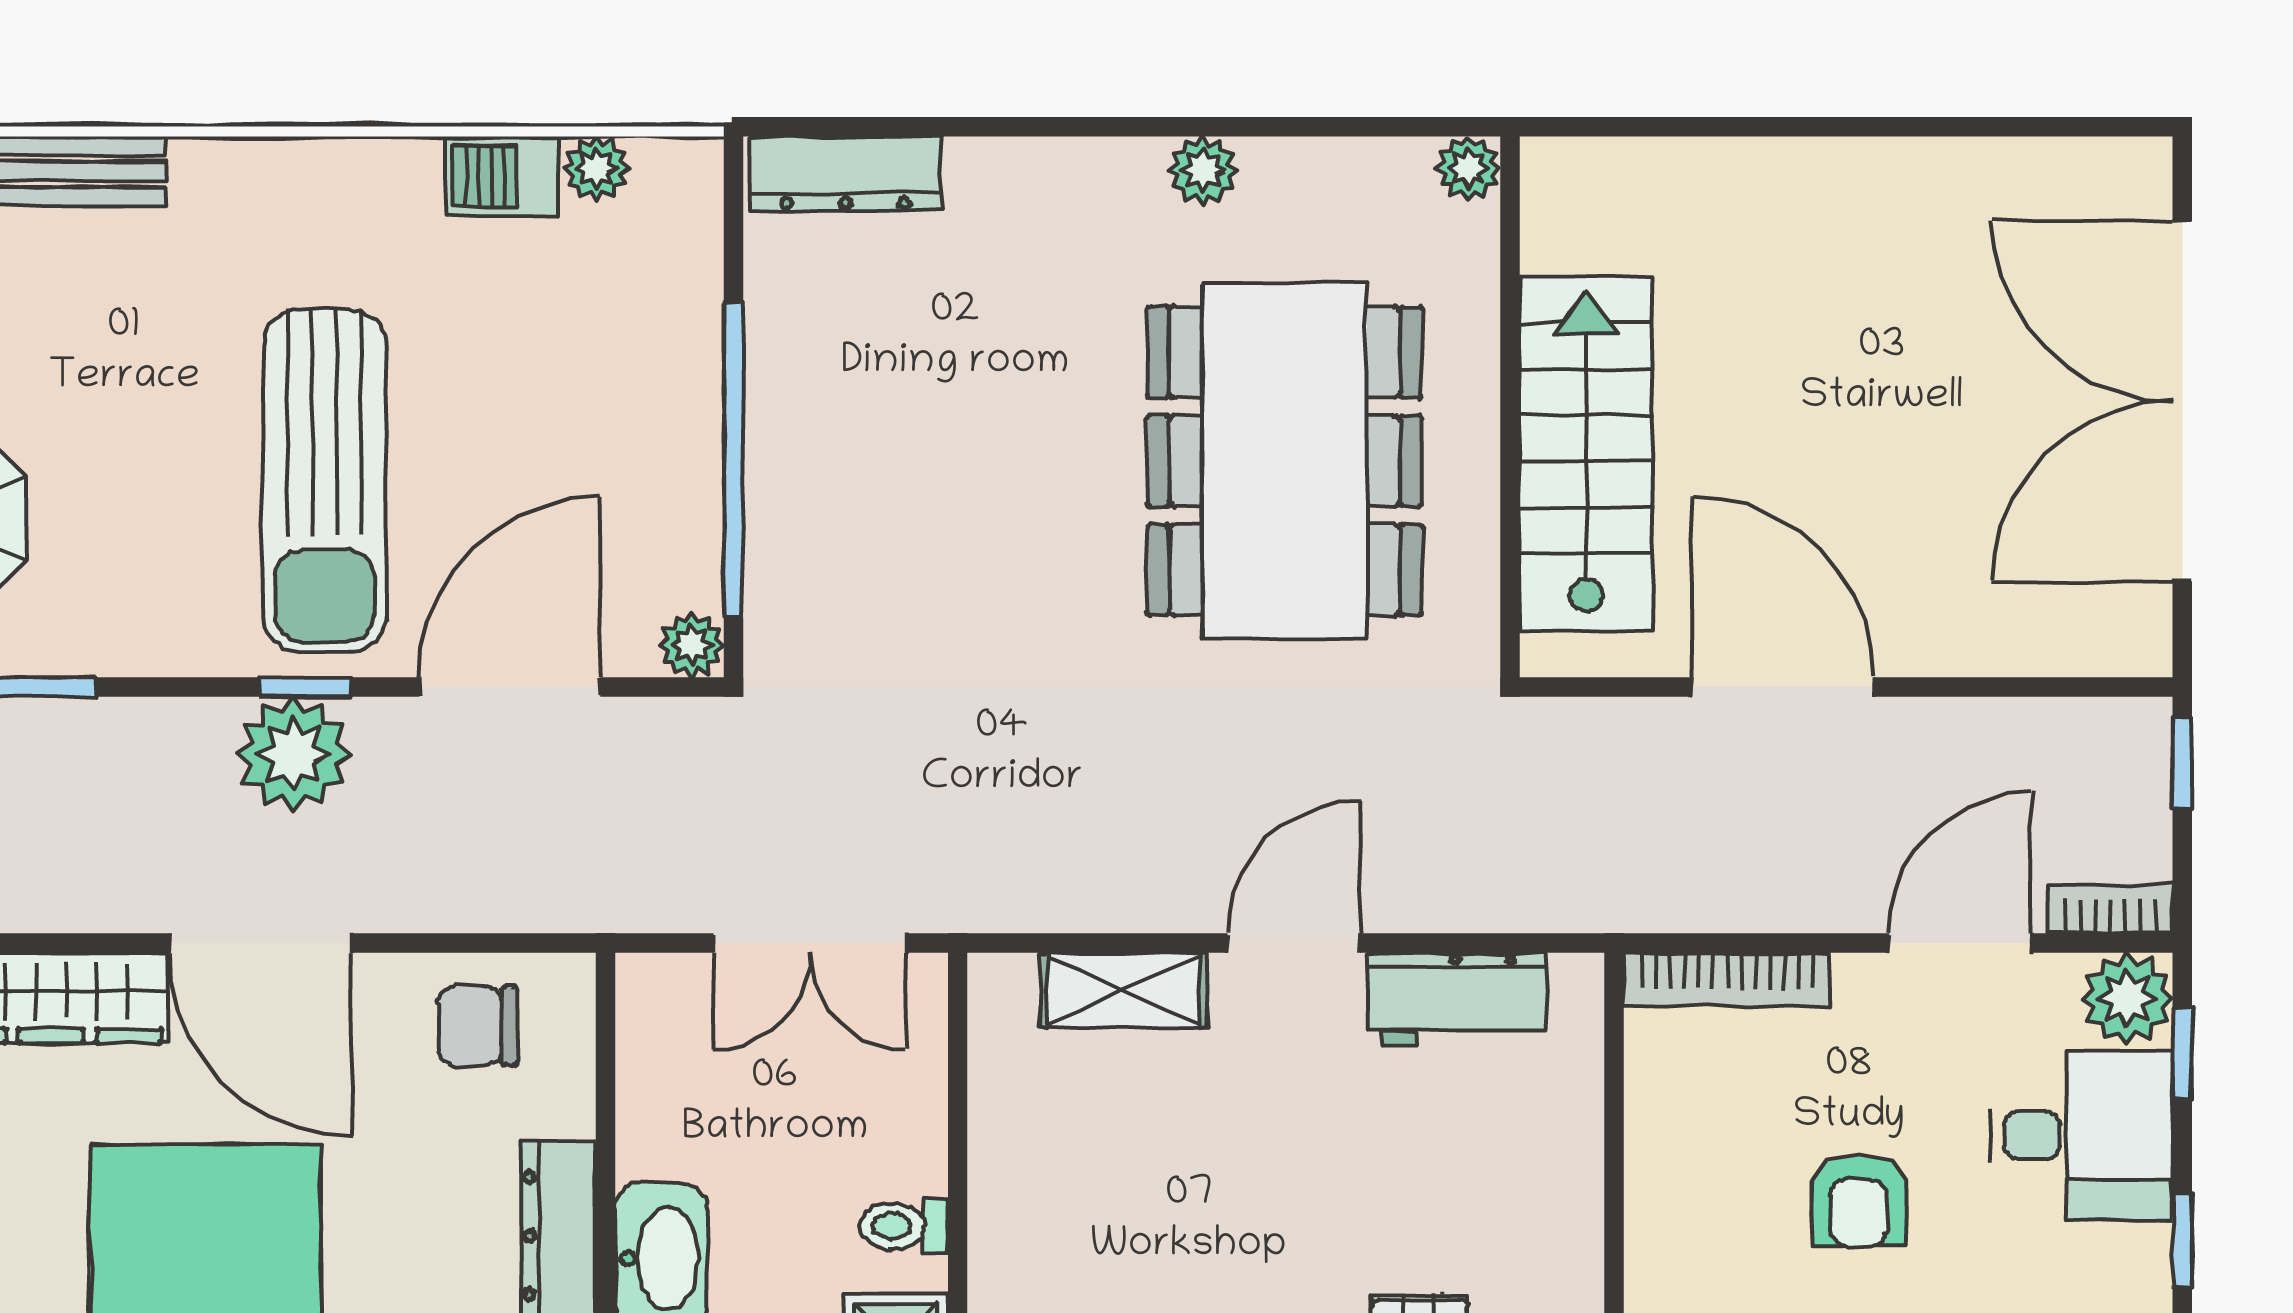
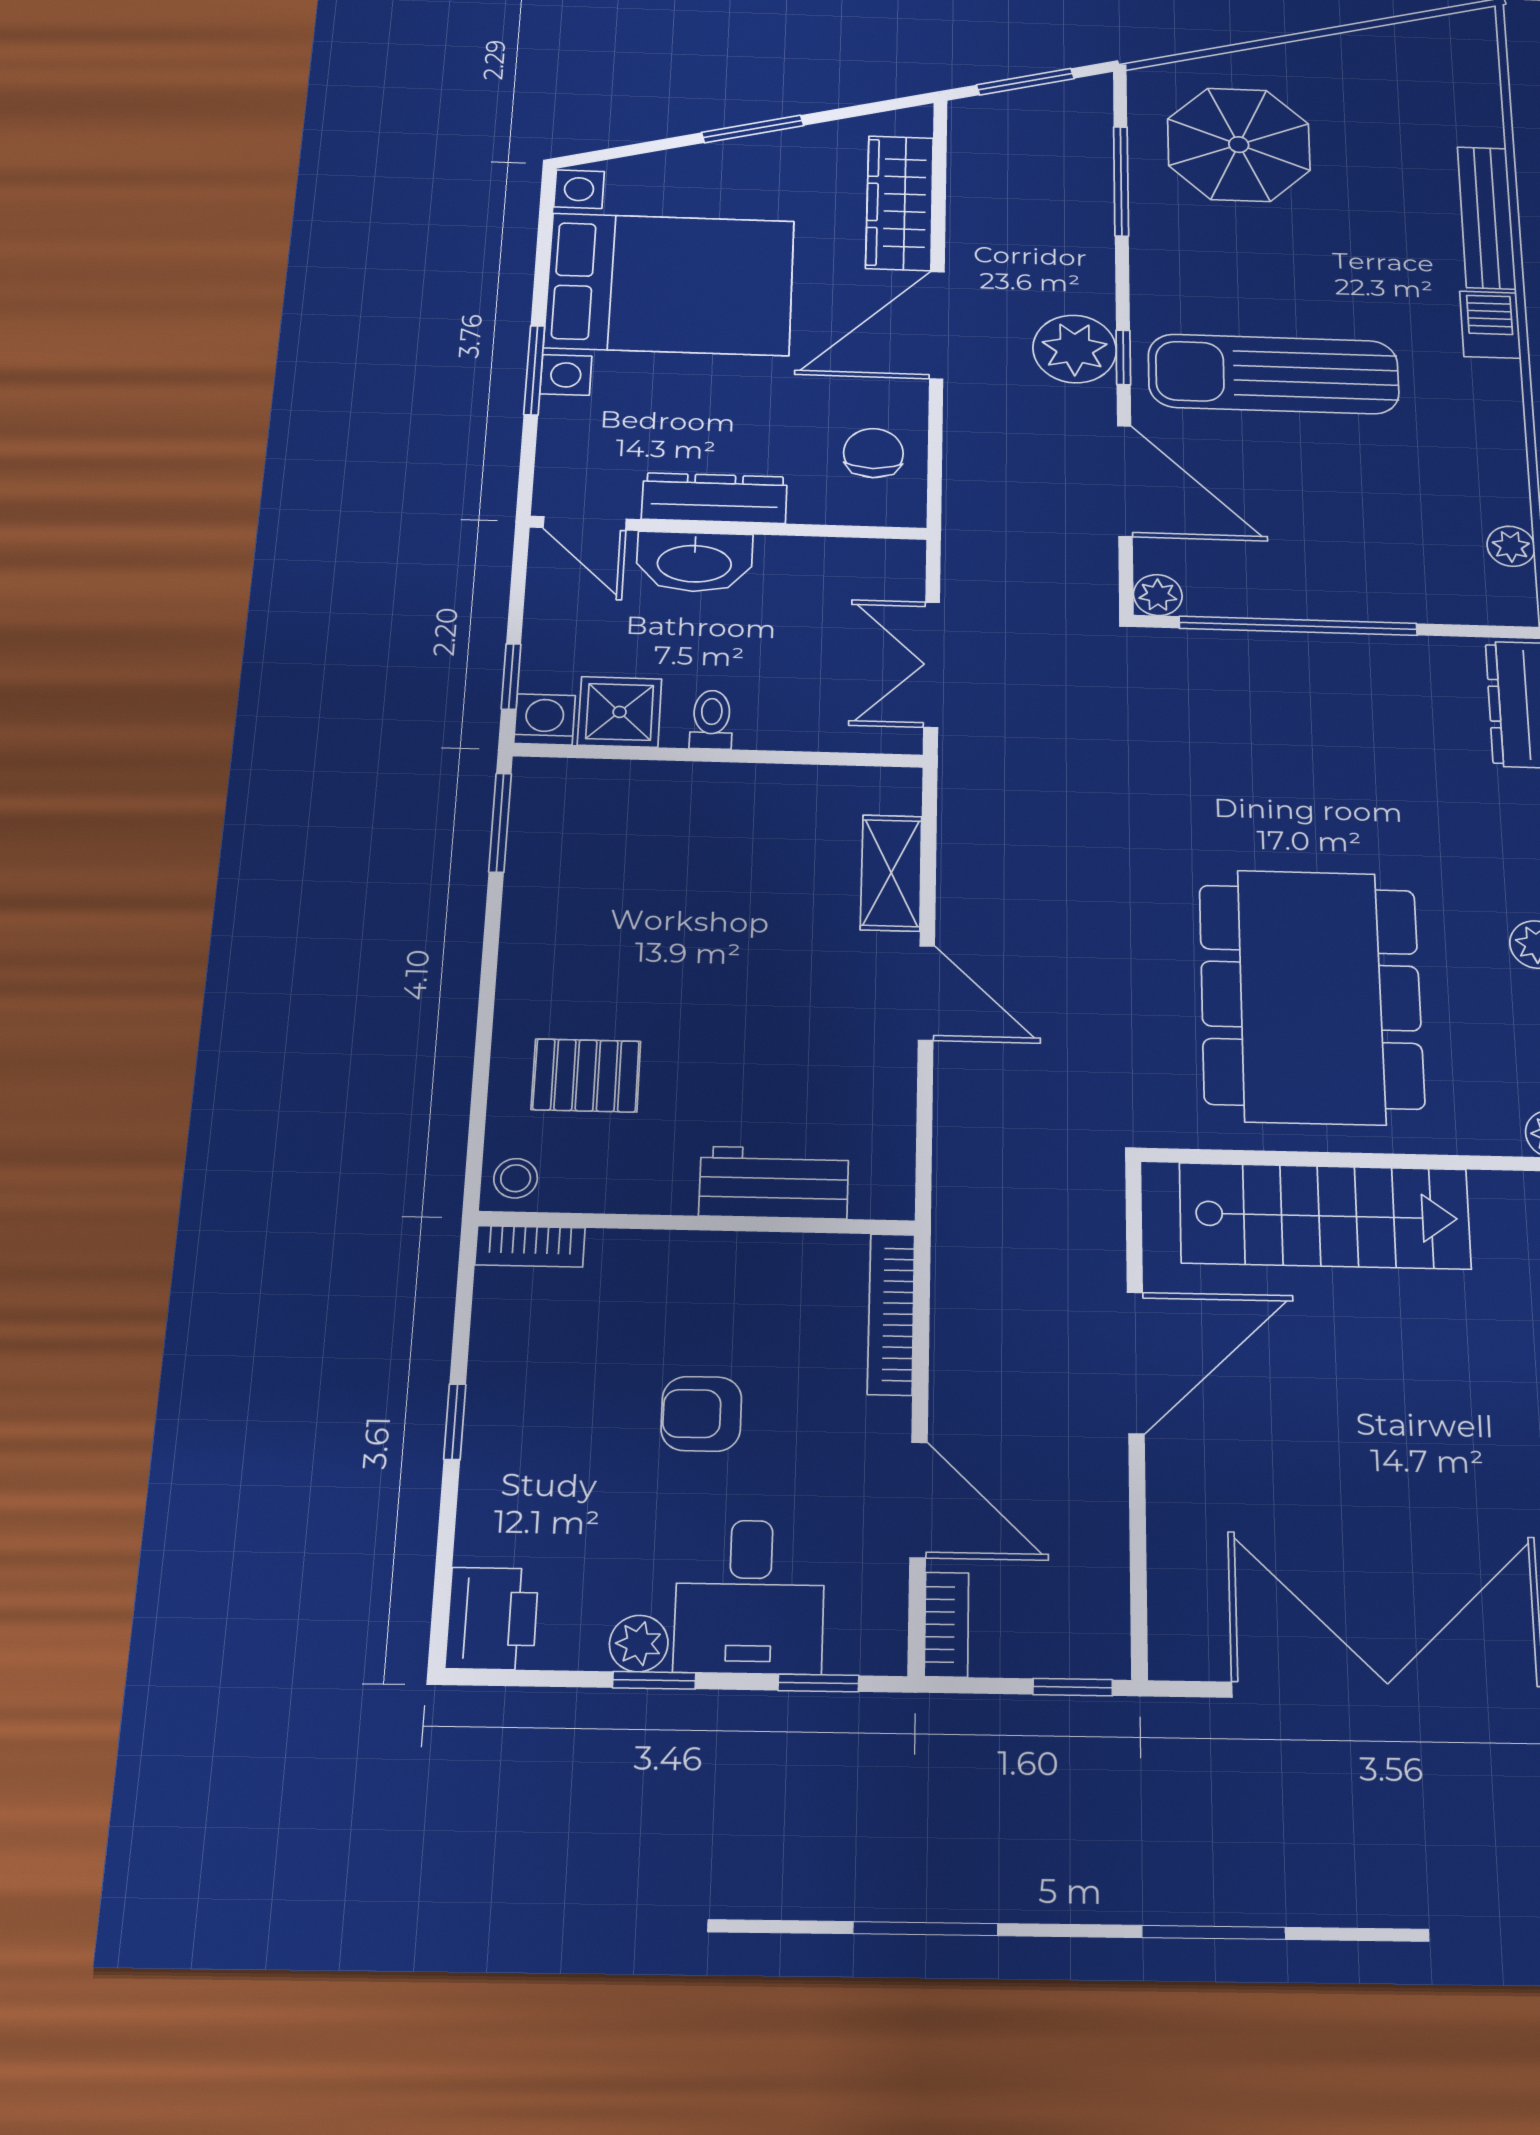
barbecue: (502, 176) -> (1490, 325), moved
dining table: (1284, 461) -> (1311, 996), turned 90
plant: (2127, 998) -> (639, 1644), moved, width x0.73, depth x0.73
workbench: (1456, 999) -> (774, 1183), moved, turned 90

